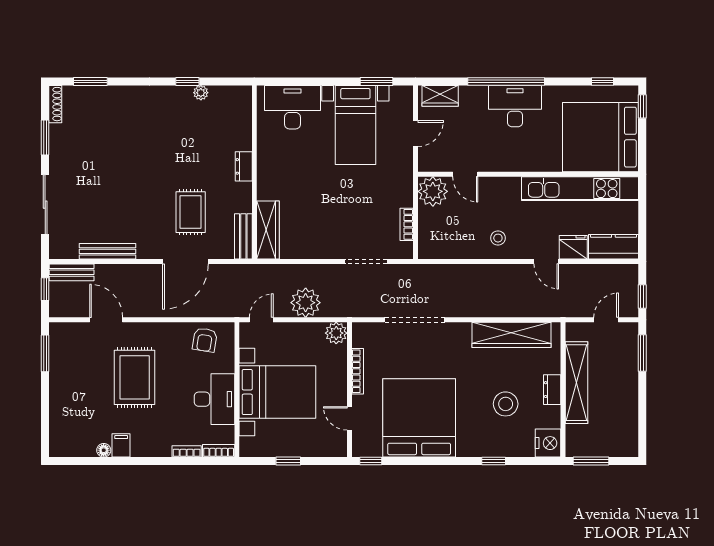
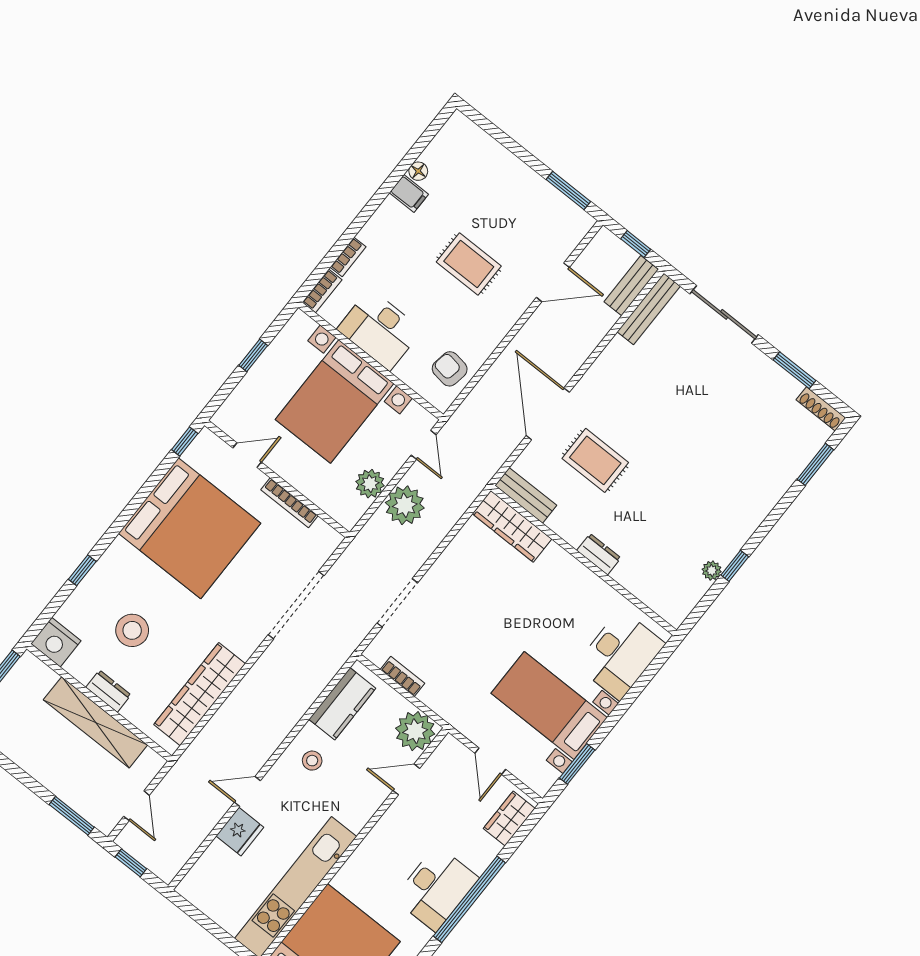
kitchen counter: (613, 247) -> (342, 704), moved
bench: (108, 251) -> (649, 309), moved
plant: (336, 333) -> (370, 484), moved
rug: (135, 377) -> (469, 264), width x0.73, depth x0.70

